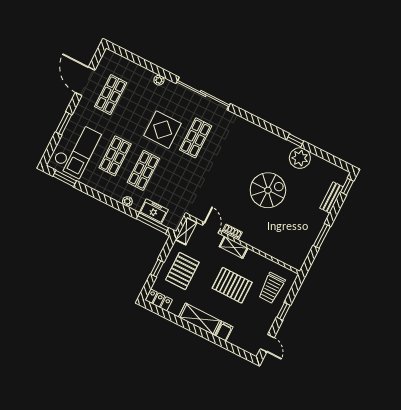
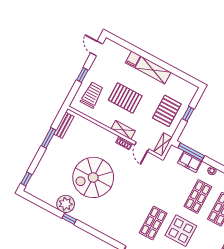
spiral stairs: (268, 190) -> (93, 177), width x1.37, depth x1.37
bench: (331, 197) -> (64, 125), moved
locker: (159, 300) -> (187, 87), removed

